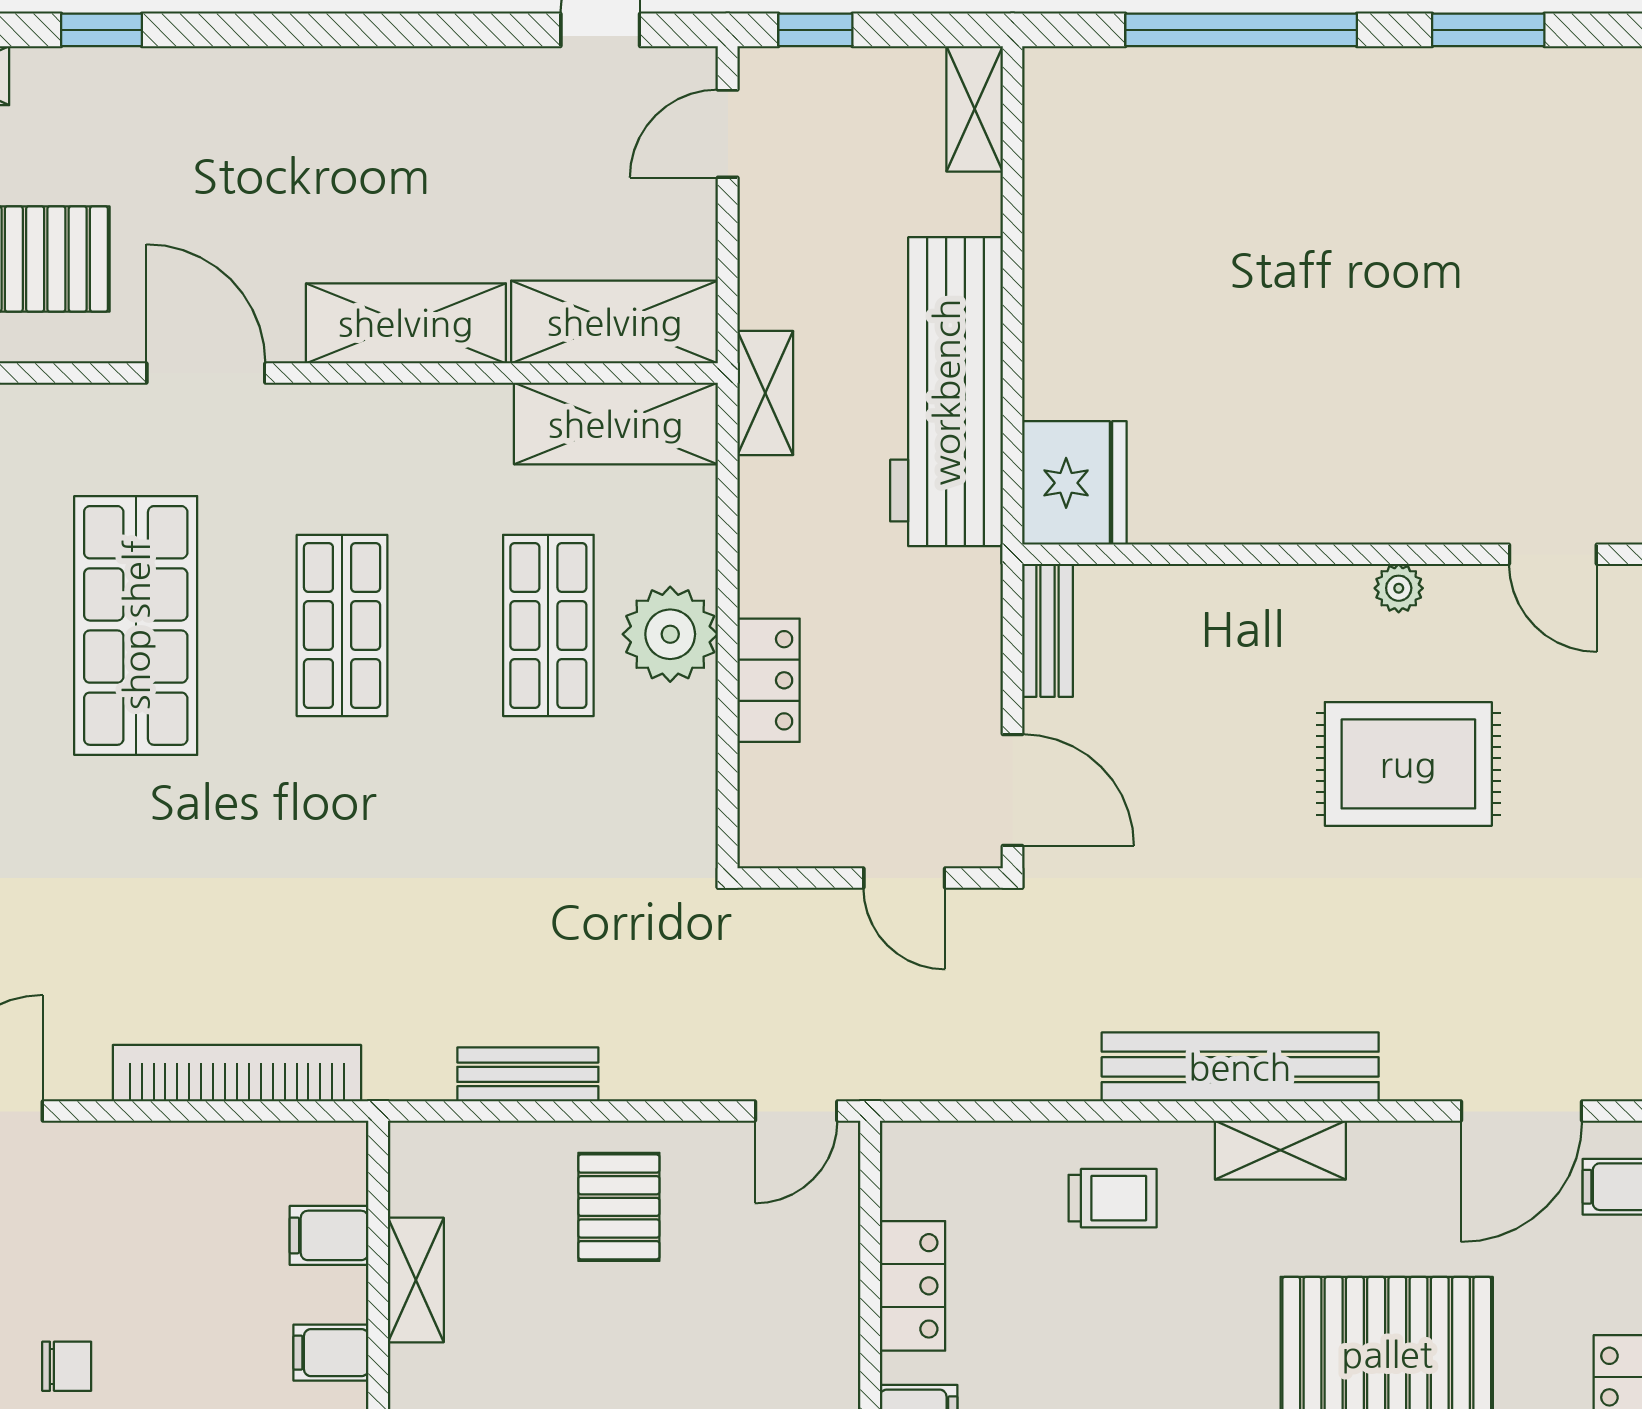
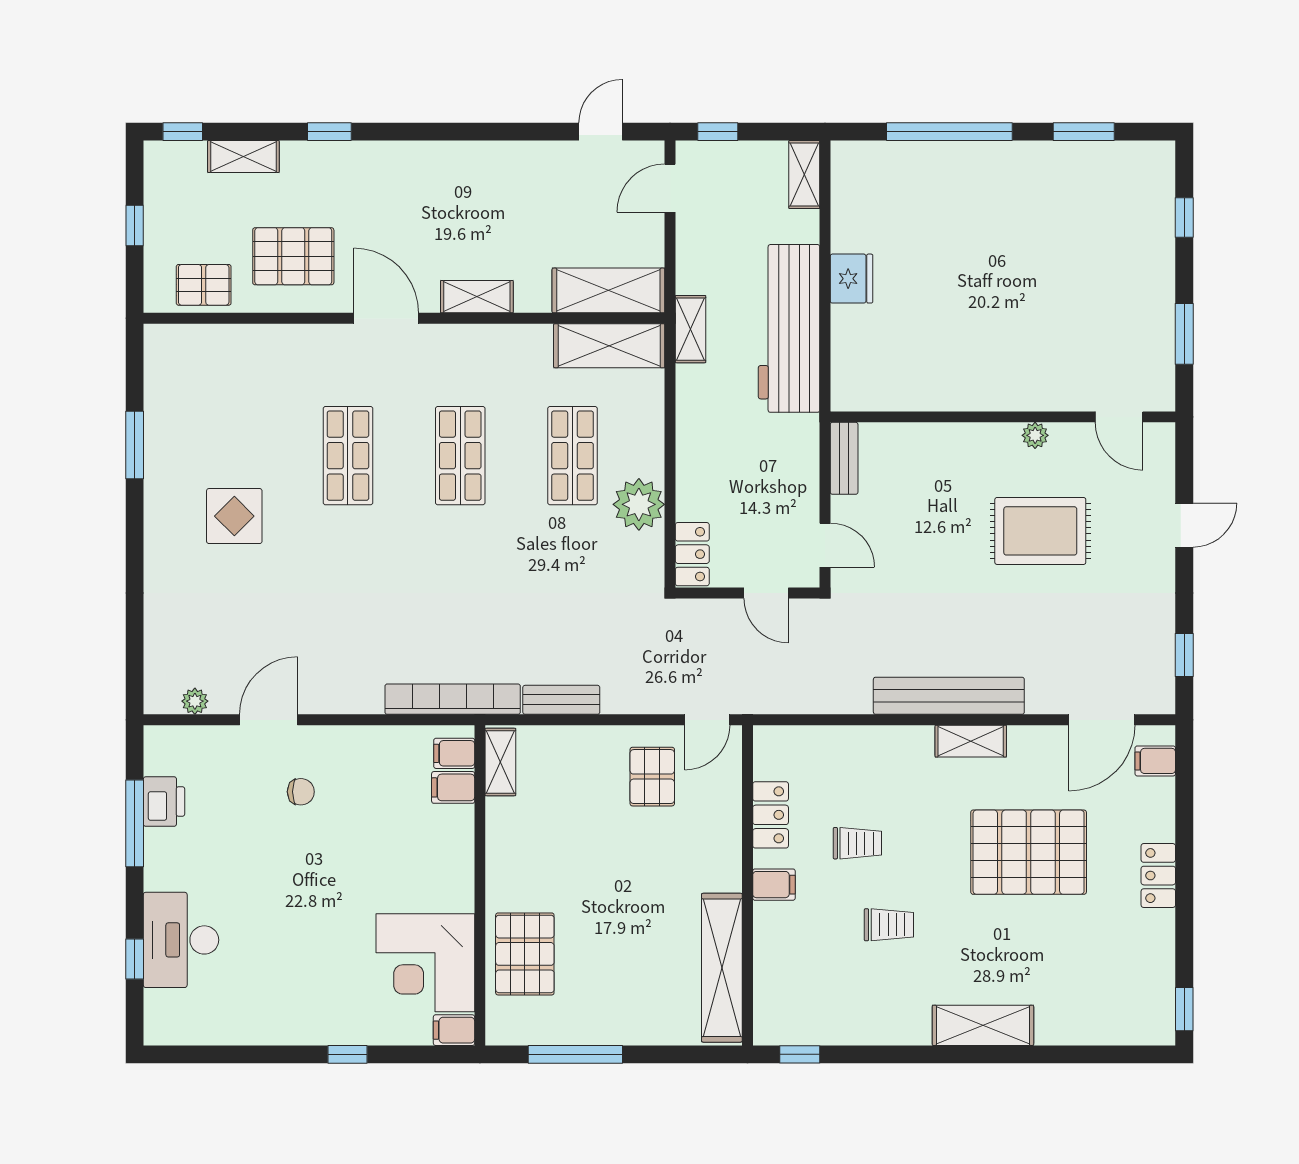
shelving: (406, 323) -> (477, 297), width x0.67, depth x0.75
fridge: (1074, 483) -> (851, 279), moved, width x0.73, depth x0.75
shop shelf: (136, 625) -> (348, 456), width x0.70, depth x0.74
plant: (670, 634) -> (639, 504), moved
locker: (769, 680) -> (692, 554), moved
door: (1012, 790) -> (825, 545), width x0.73
bookcase: (237, 1073) -> (453, 699), moved
trolley: (1113, 1198) -> (857, 843), moved
pallet: (619, 1207) -> (652, 777), moved
shelving: (416, 1280) -> (500, 762), moved
filing cabinet: (331, 1353) -> (454, 753), moved
chair: (67, 1366) -> (301, 792), moved

